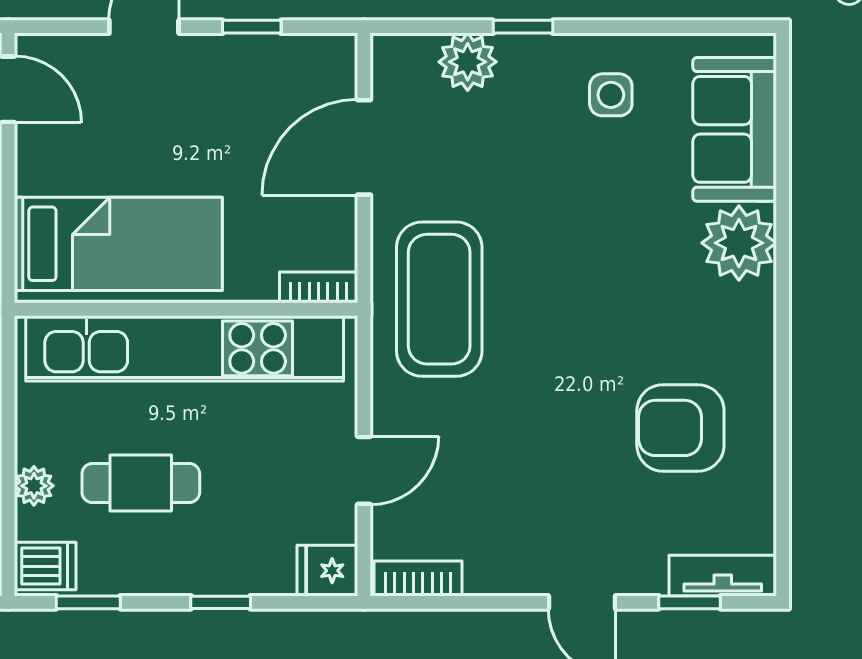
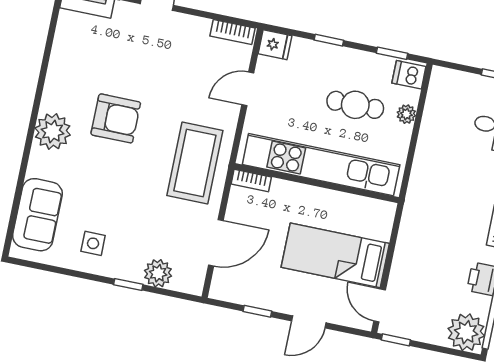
plant: (739, 243) -> (53, 131), moved
bed: (118, 244) -> (335, 255), moved
armchair: (680, 428) -> (116, 118), moved

